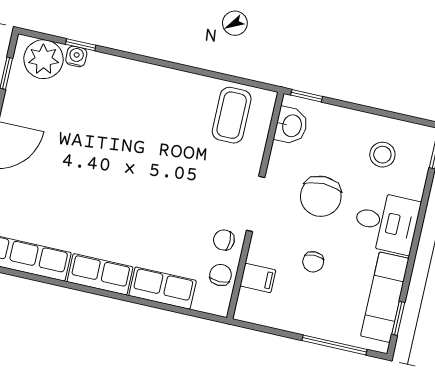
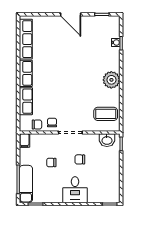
plant: (43, 59) -> (111, 80), moved
stool: (382, 155) -> (103, 182), removed
chair: (321, 196) -> (80, 159), width x0.54, depth x0.54
filing cabinet: (258, 278) -> (24, 141), moved
exam couch: (385, 297) -> (26, 184), moved, turned 90

